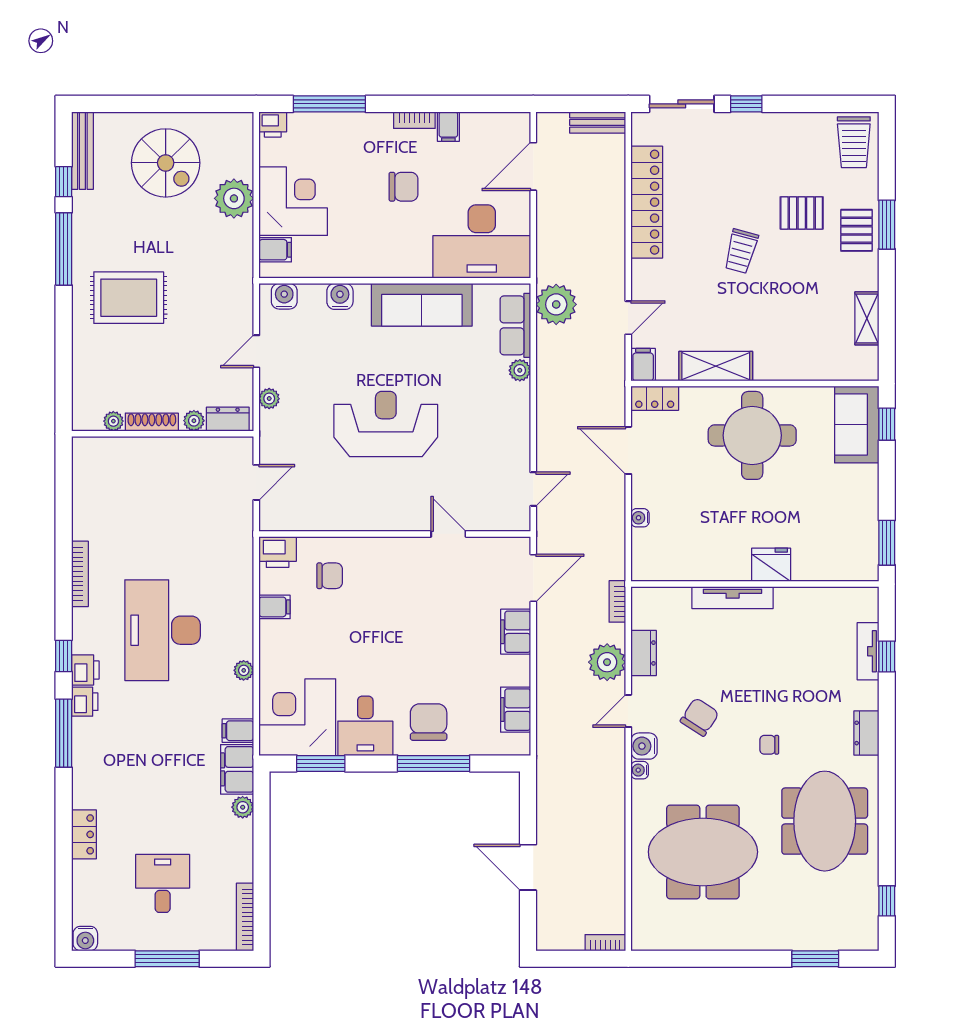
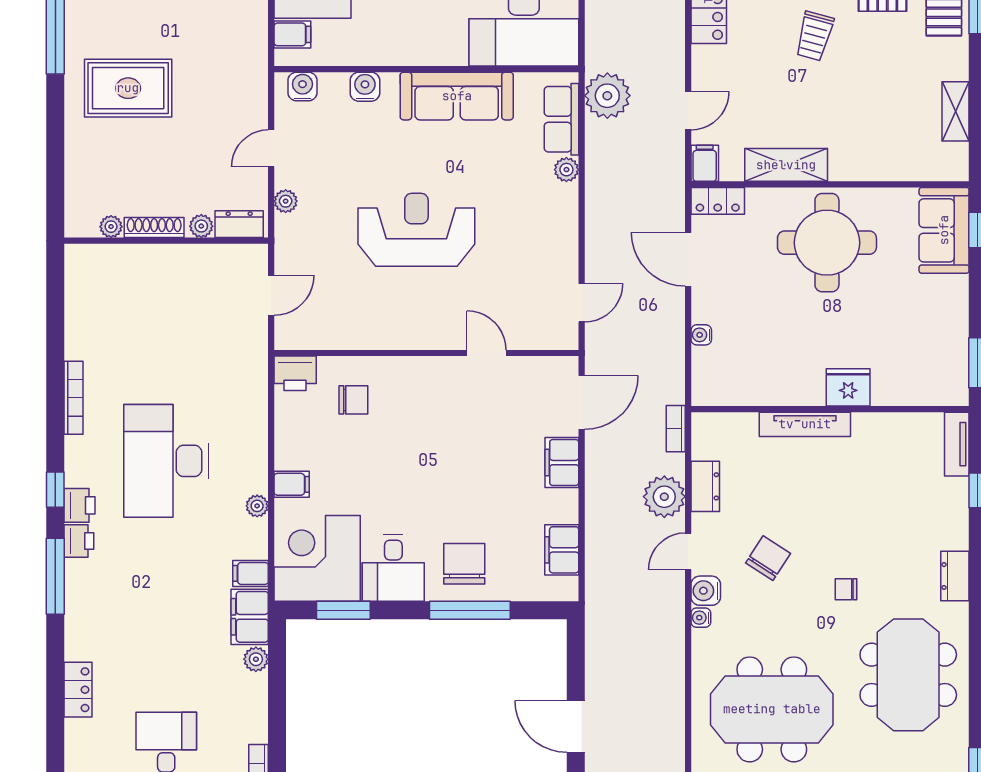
filing cabinet: (275, 607) -> (292, 484), moved
tv unit: (868, 651) -> (957, 444), moved

